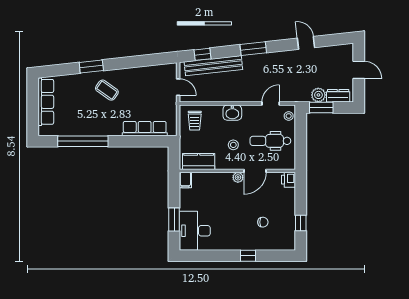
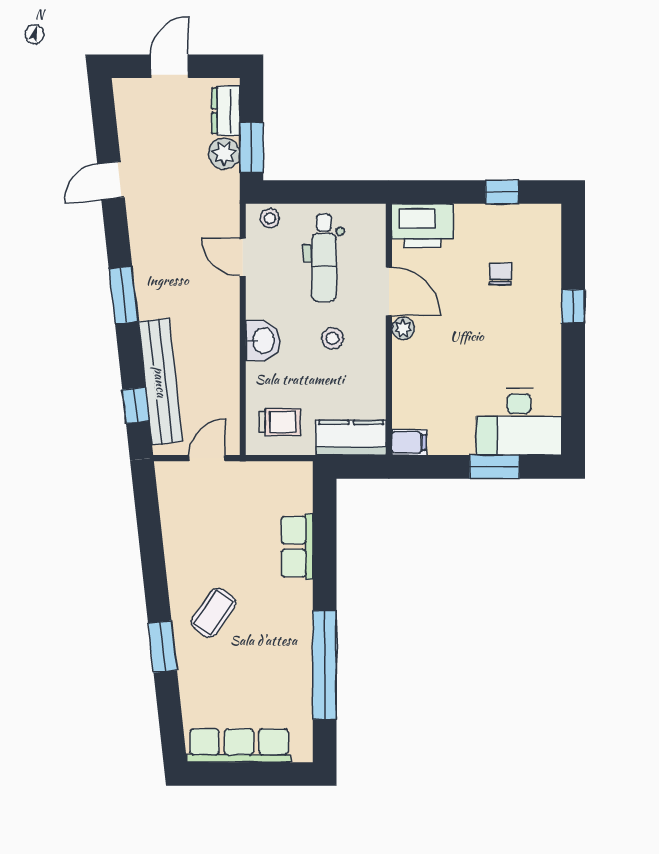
row of seats: (145, 129) -> (297, 547), width x0.68
kitchen counter: (199, 161) -> (351, 438), moved, turned 90
printer: (288, 180) -> (422, 226), width x1.87, depth x1.48

